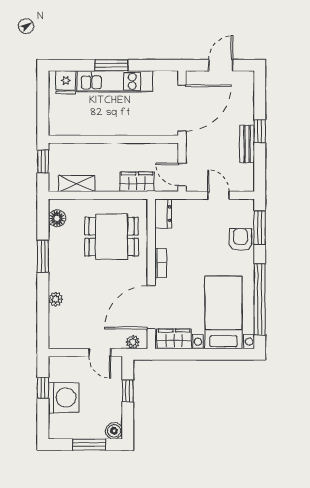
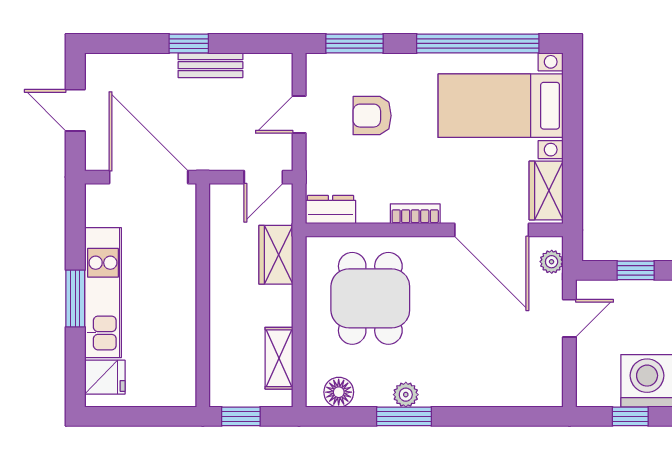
armchair: (240, 240) -> (372, 116), moved
plant: (56, 299) -> (406, 395), moved

